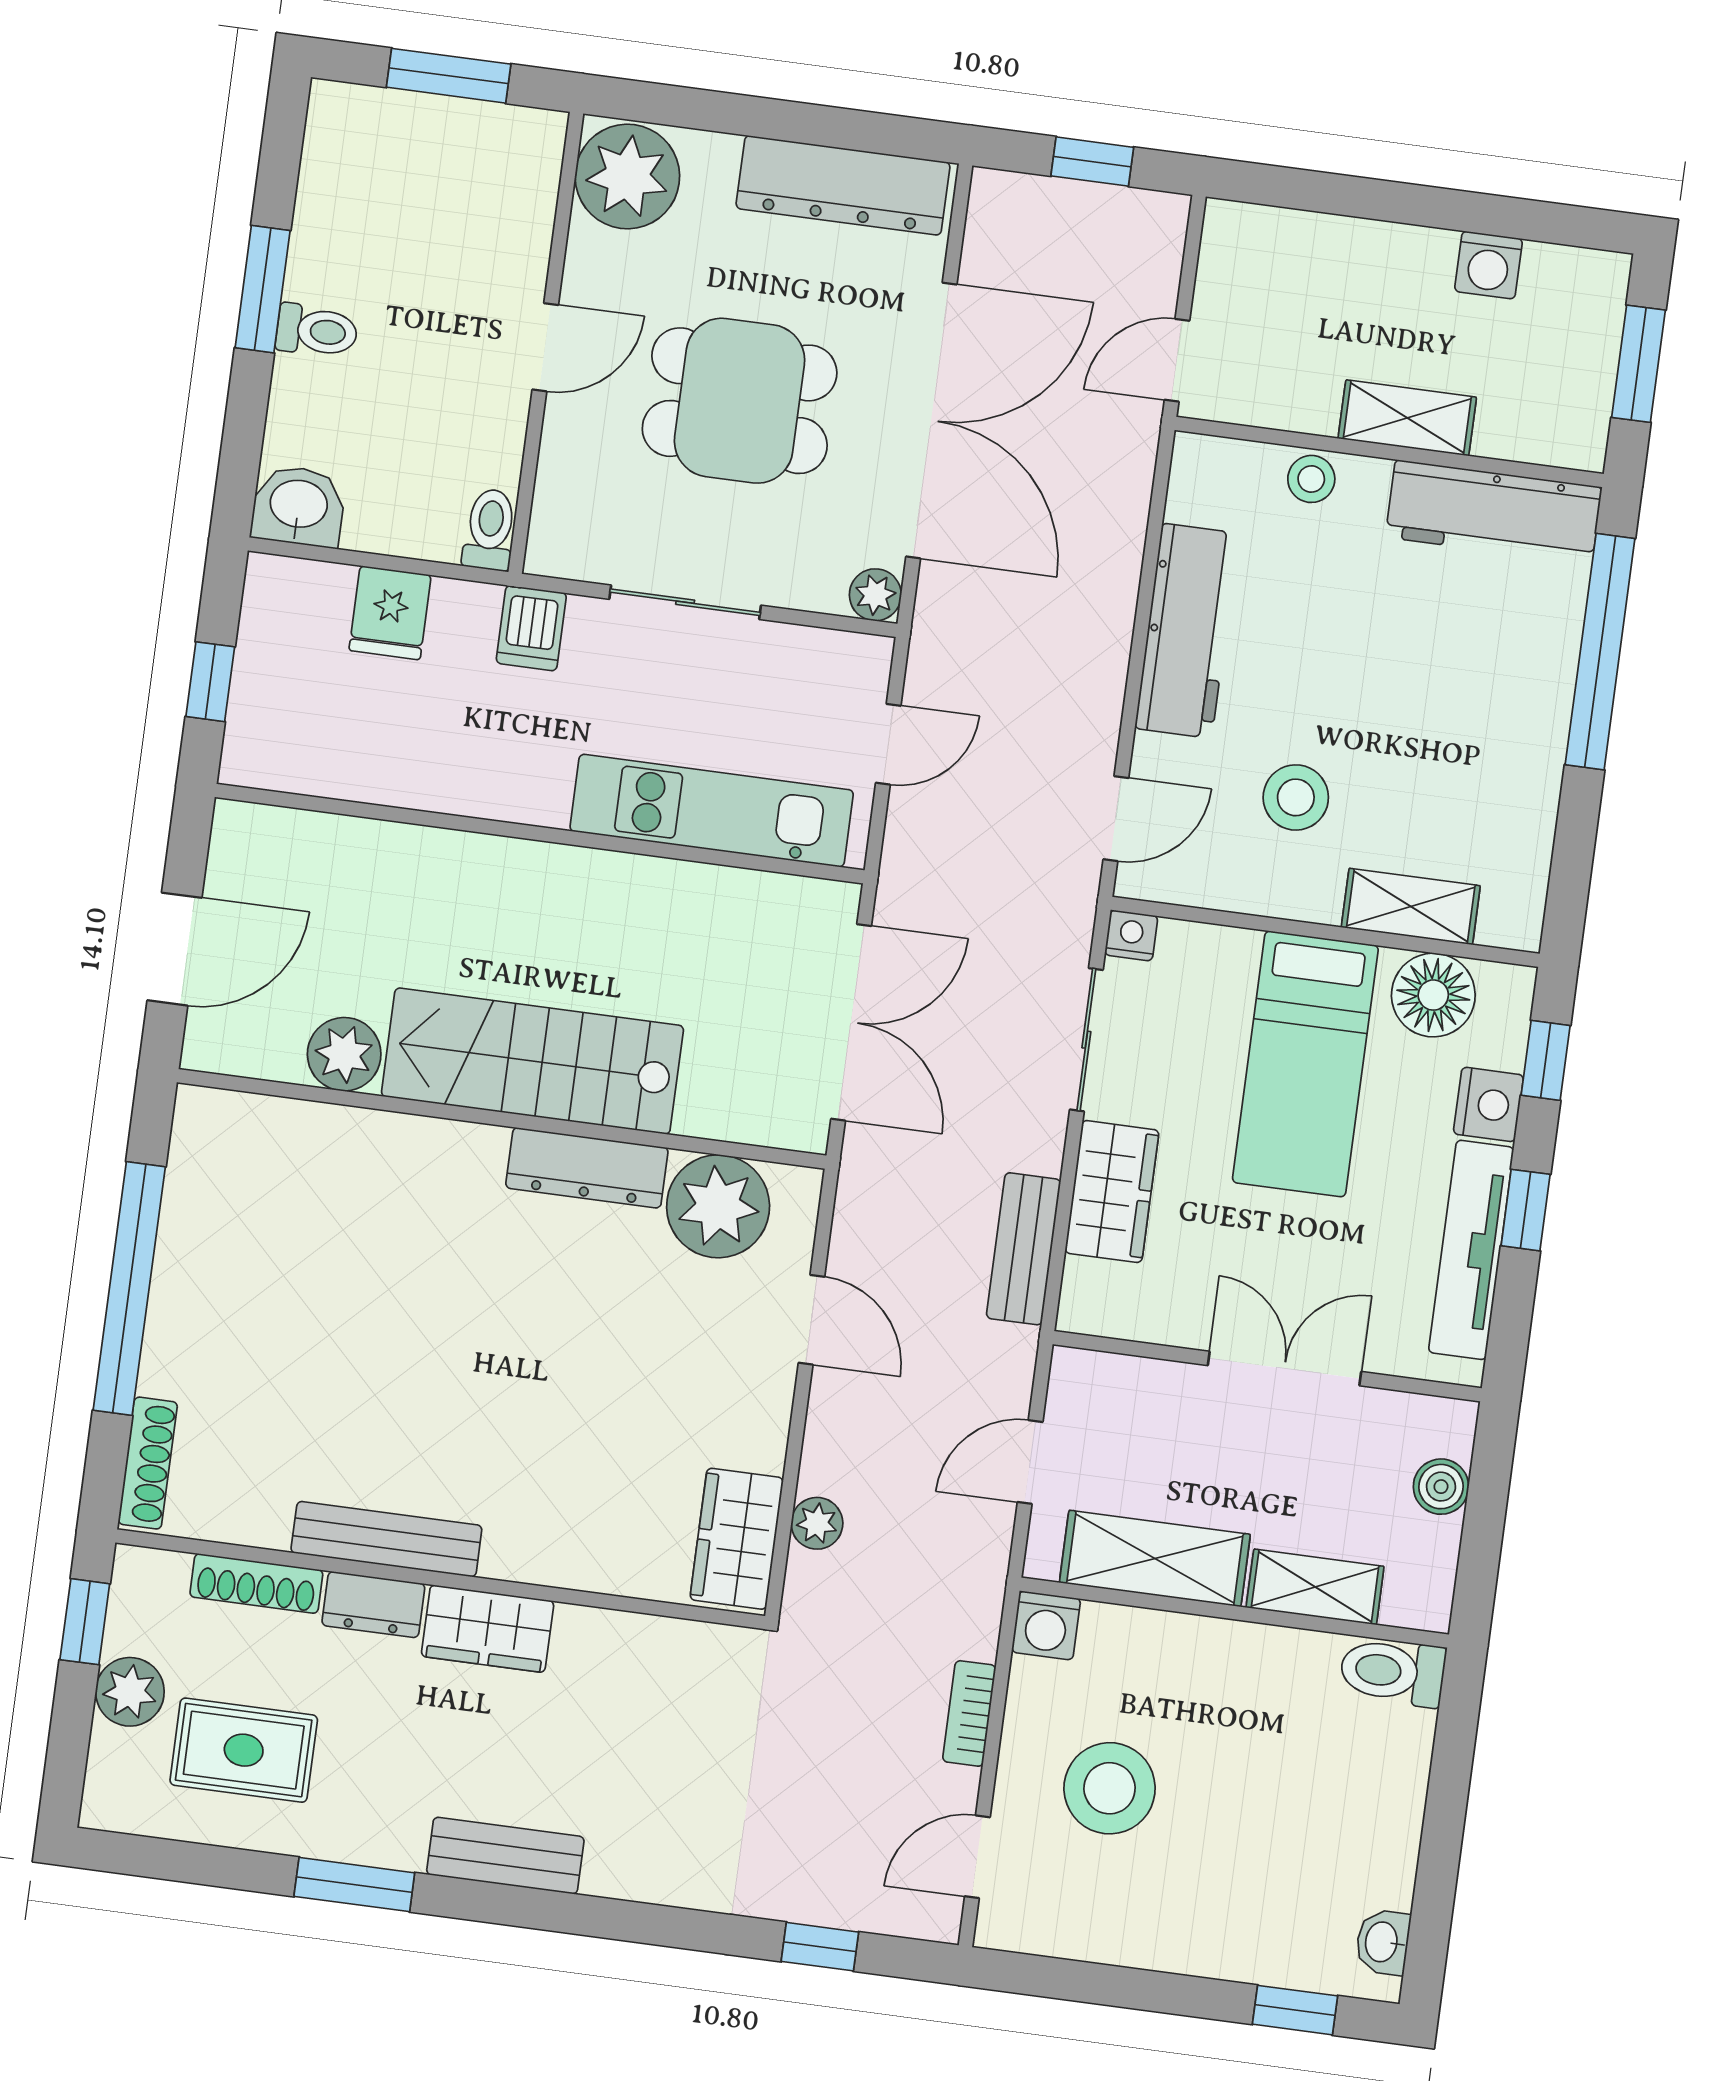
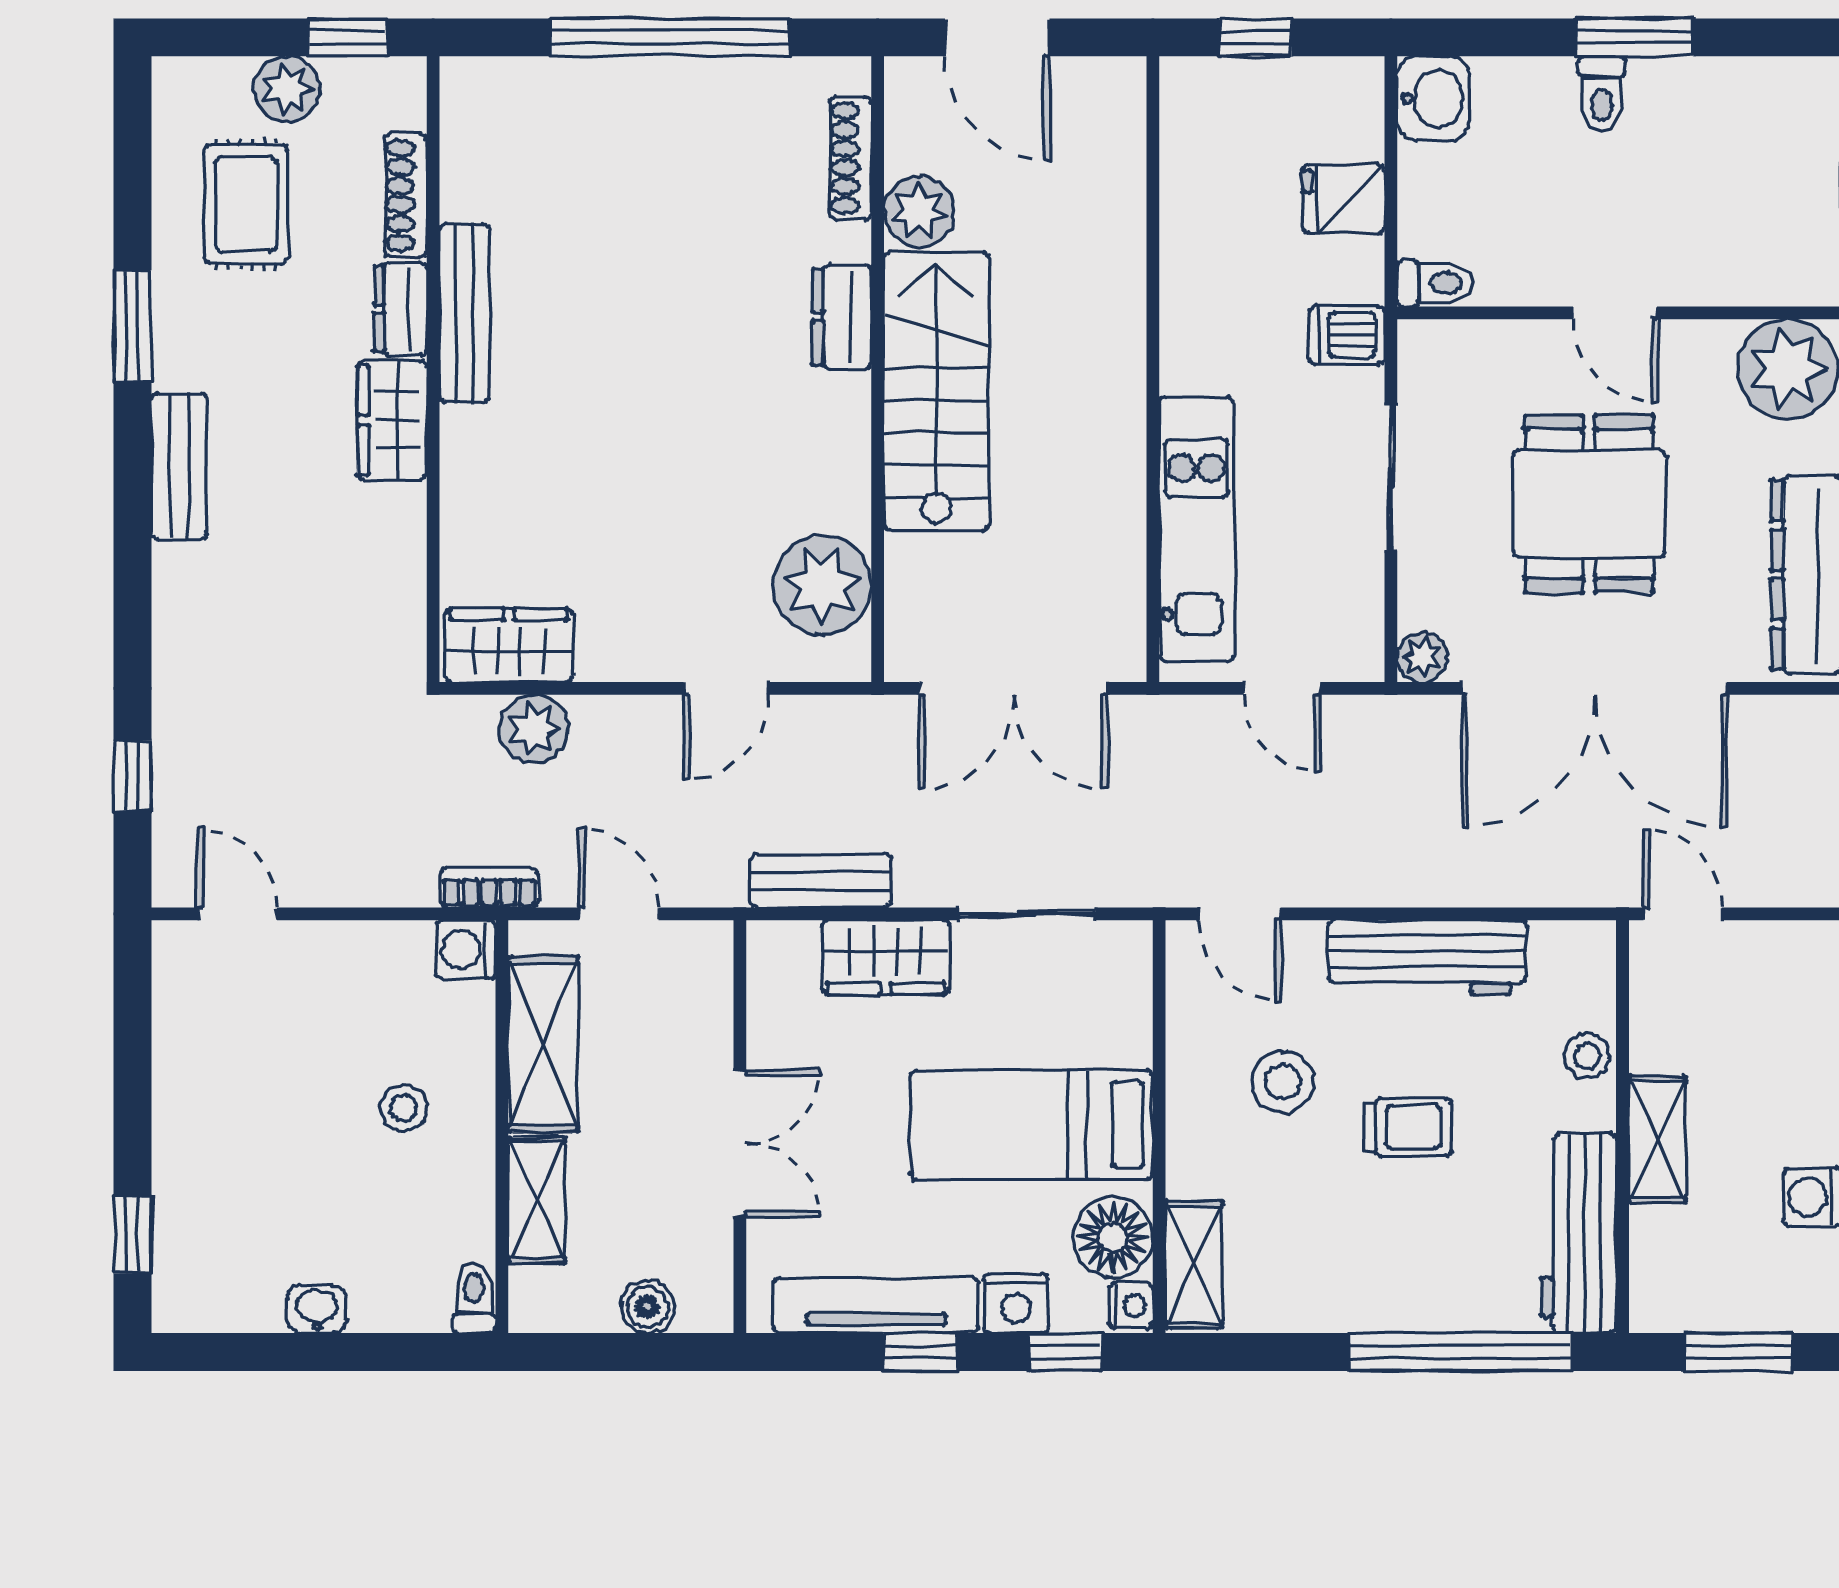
trolley: (1360, 675) -> (1407, 1127), added
shelving: (1411, 907) -> (1194, 1265), moved
nightstand: (1131, 936) -> (1131, 1305), moved
dresser: (587, 1168) -> (842, 317), moved, width x0.70
shoe rack: (148, 1463) -> (850, 158), moved, turned 90
plant: (817, 1523) -> (534, 729), width x1.38, depth x1.38
toilet: (1393, 1672) -> (474, 1298), width x0.73, depth x0.72
bookcase: (969, 1713) -> (489, 888), moved
stool: (1110, 1788) -> (404, 1108), moved, width x0.53, depth x0.53
washbasin: (1383, 1942) -> (317, 1309), moved

